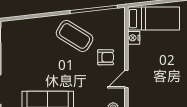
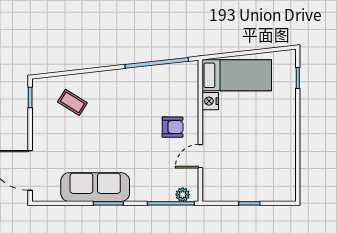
coffee table: (75, 36) -> (72, 102), moved, width x0.54, depth x0.58

